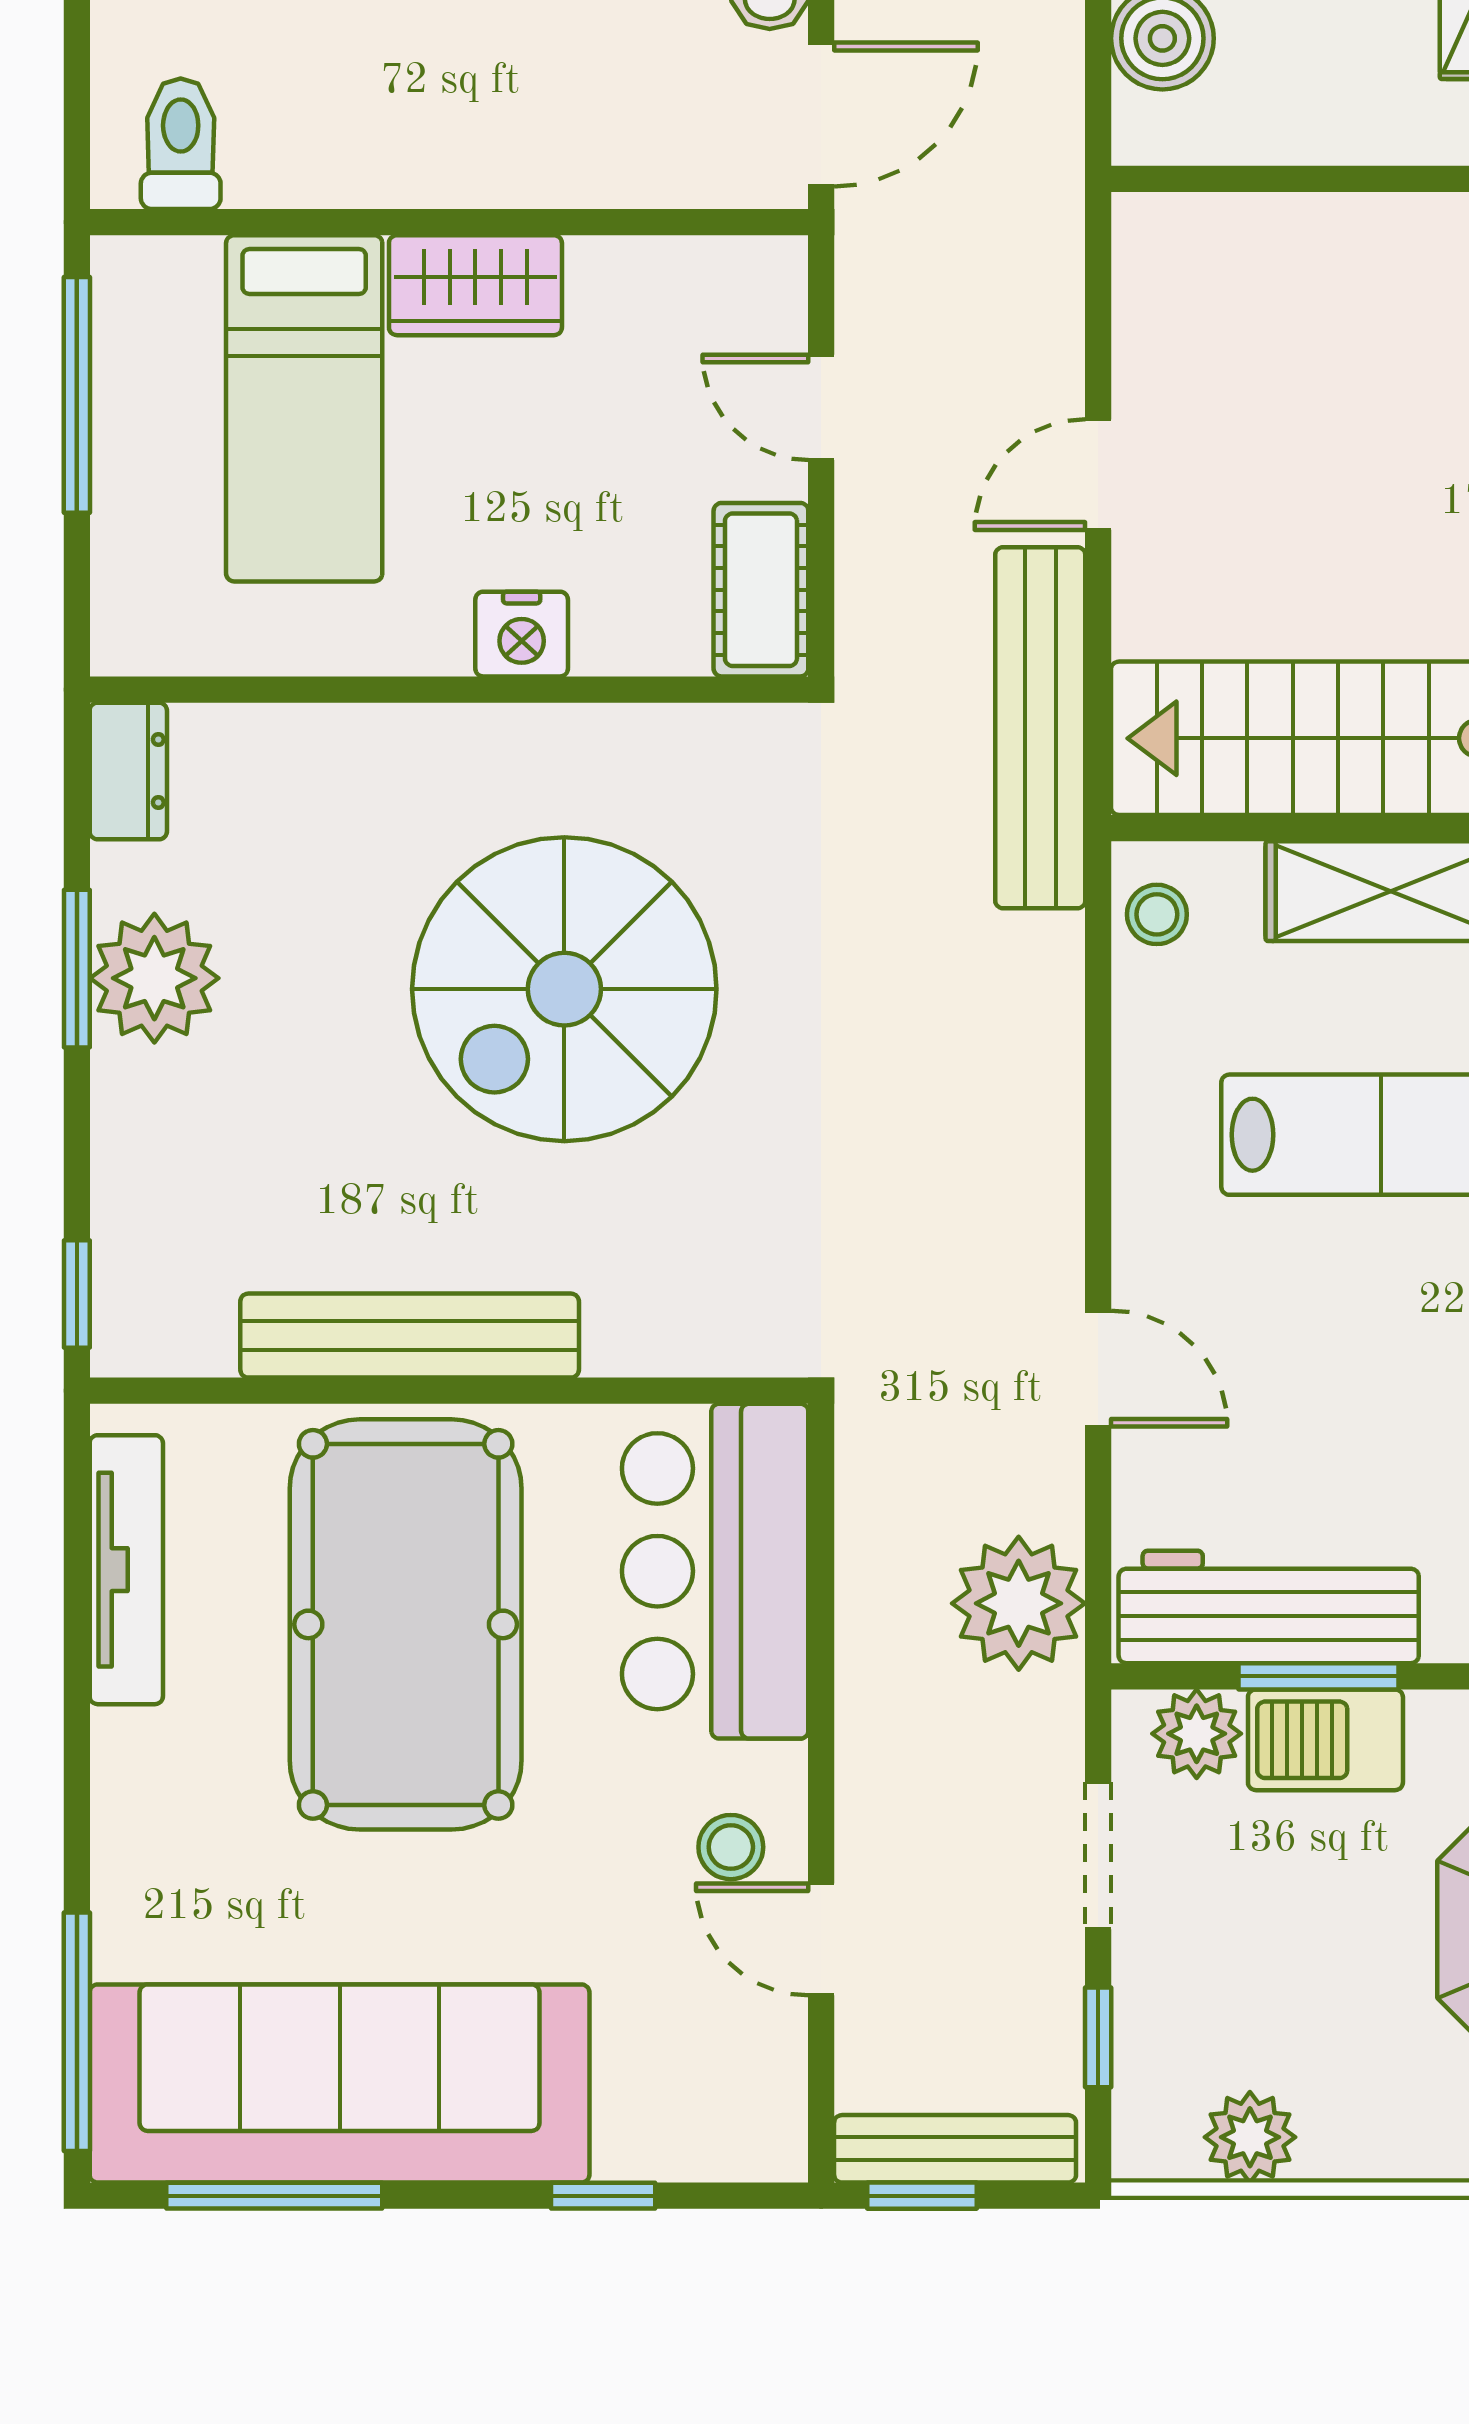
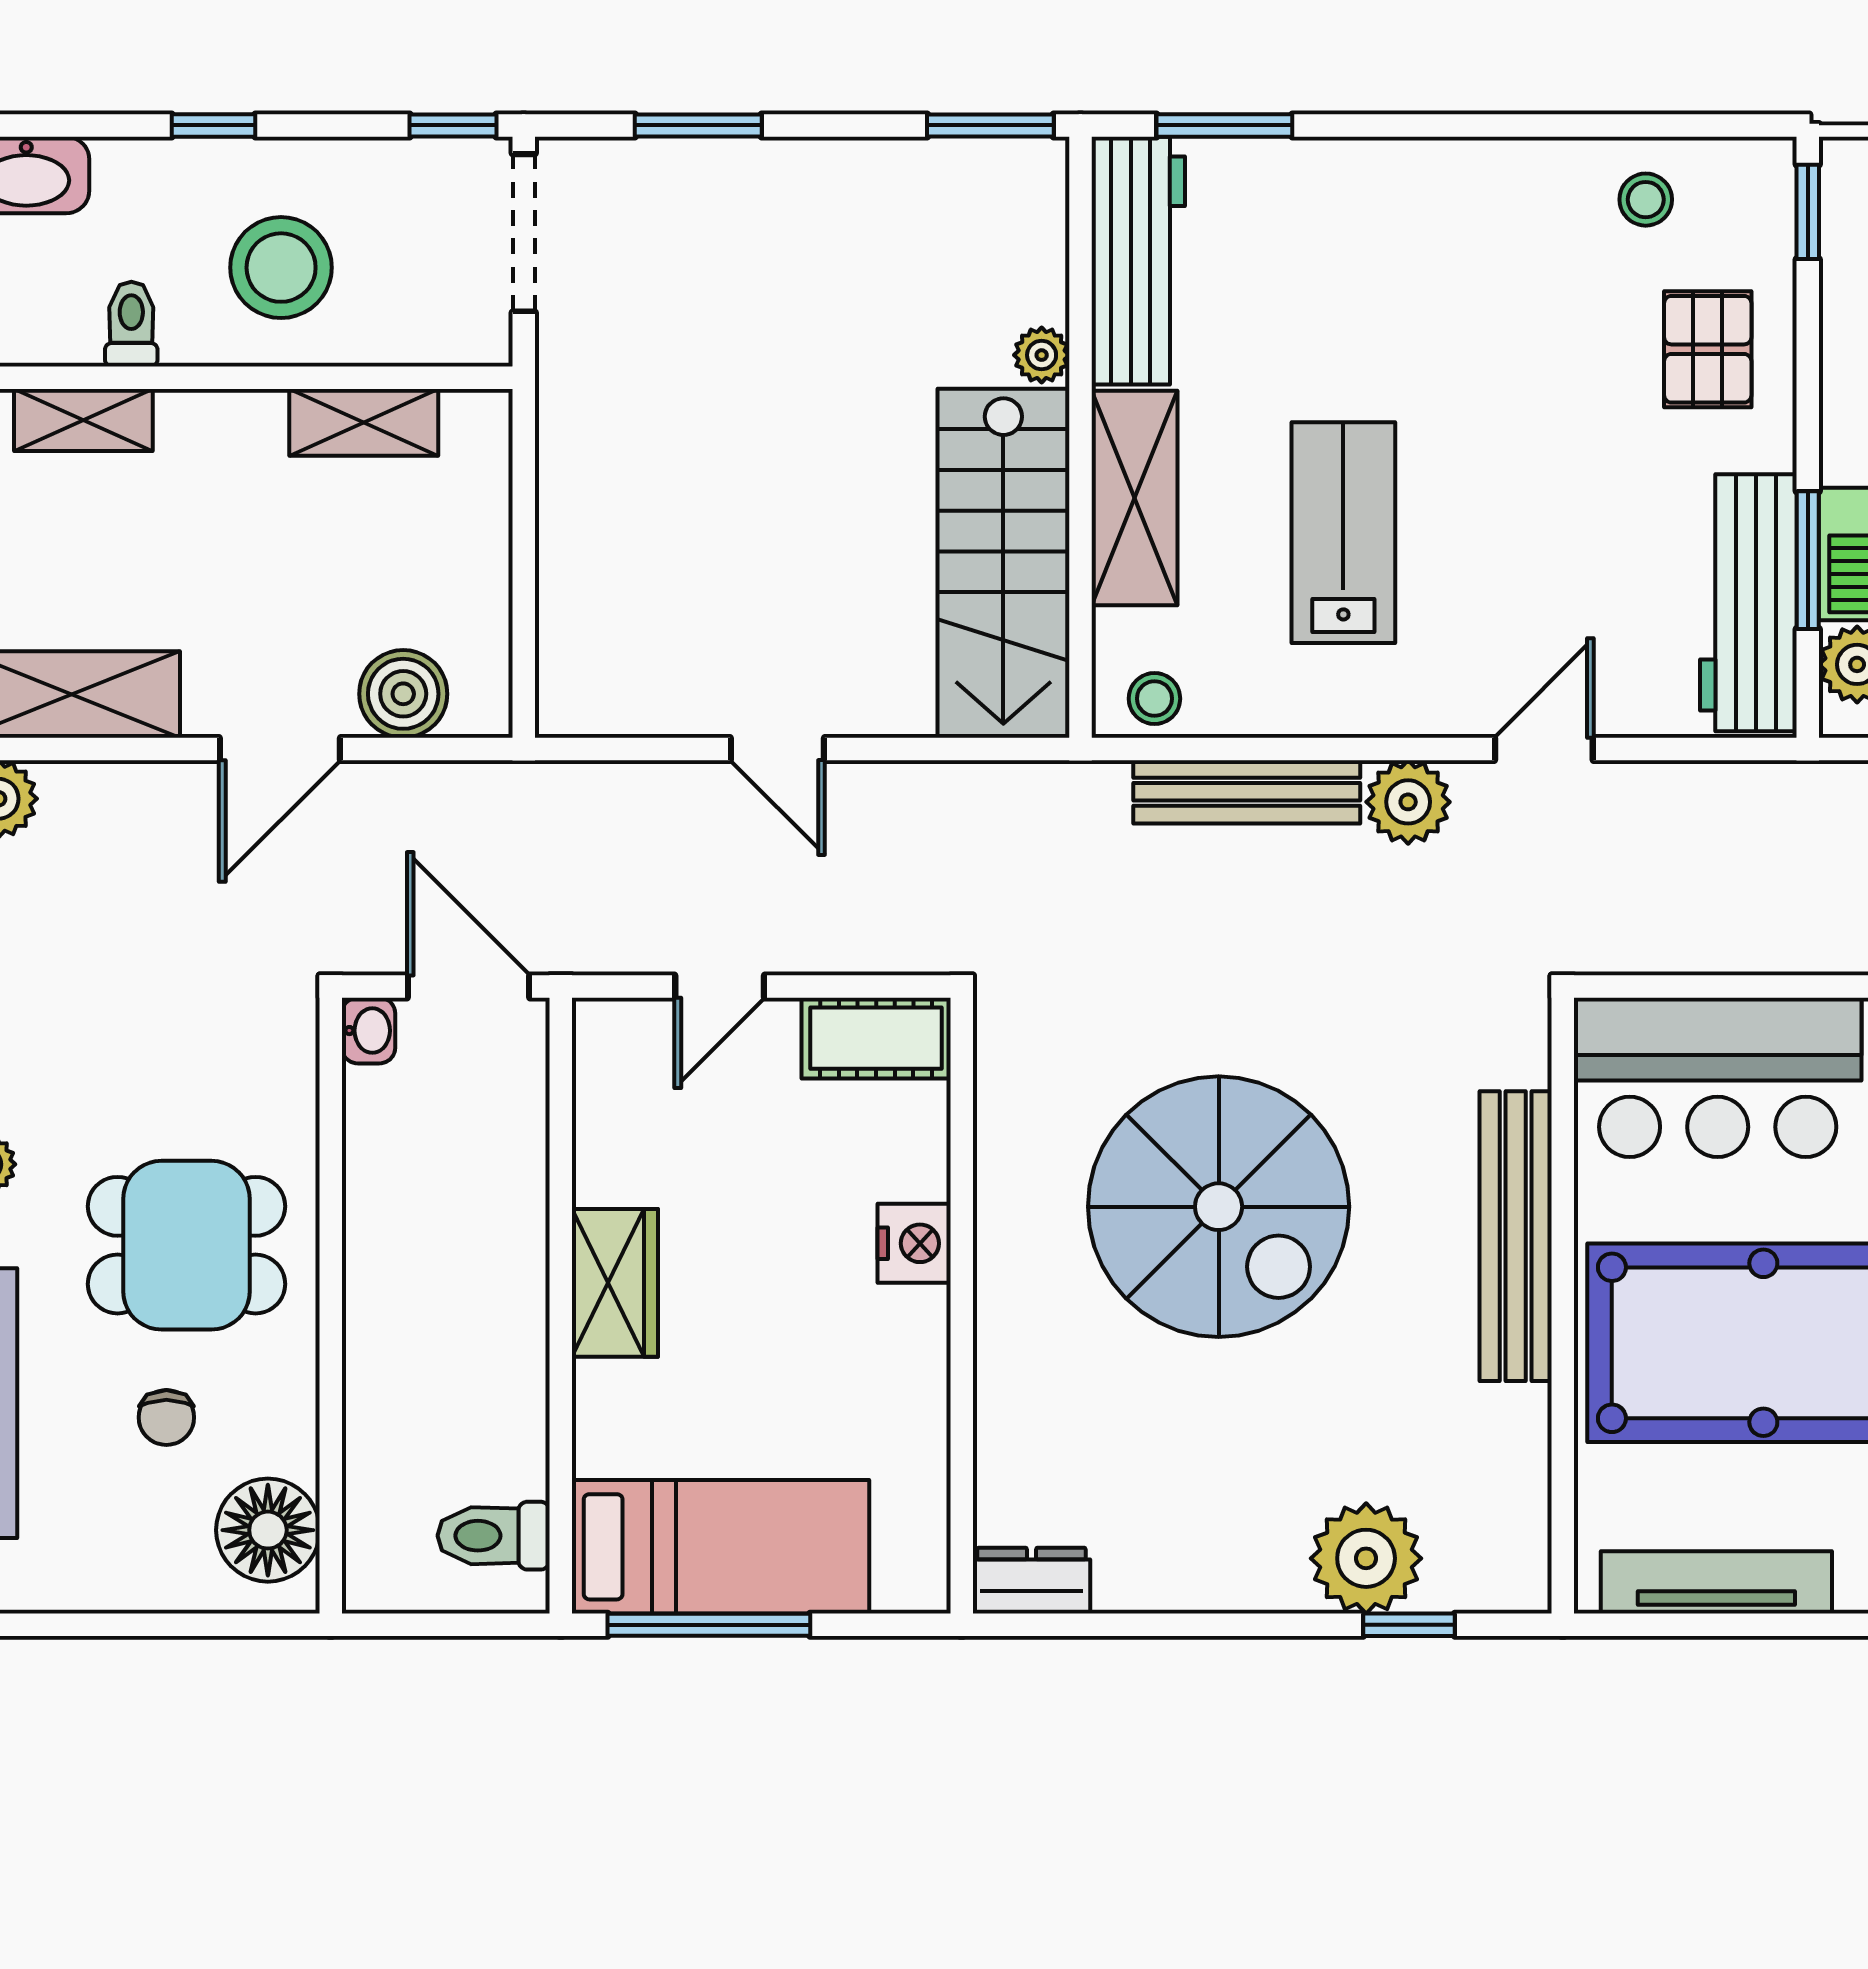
bed: (304, 408) -> (720, 1547), moved
bench: (1040, 728) -> (1247, 792), moved, width x0.73, depth x0.82
window: (77, 969) -> (1201, 1625), removed
plant: (154, 978) -> (1366, 1558), moved
window: (77, 1294) -> (1409, 1625), moved
bench: (410, 1336) -> (1516, 1236), moved
plant: (1019, 1603) -> (1408, 802), moved, width x0.73, depth x0.73

